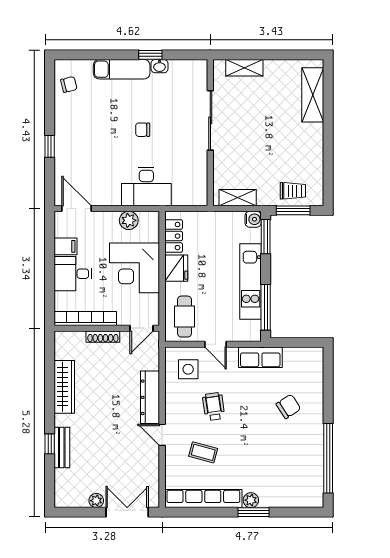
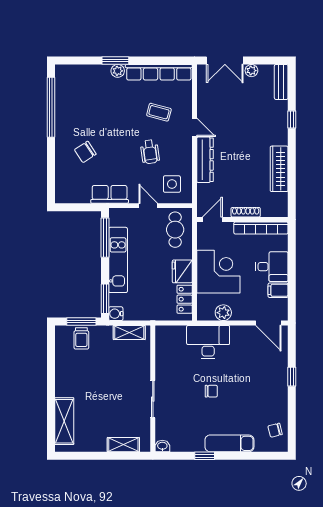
washbasin: (160, 66) -> (162, 446), moved
sliding door: (210, 120) -> (153, 399), width x0.73
trolley: (293, 191) -> (81, 338), turned -90
bench: (62, 448) -> (281, 82), moved

